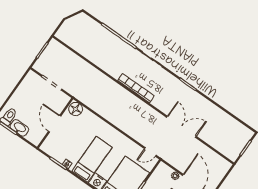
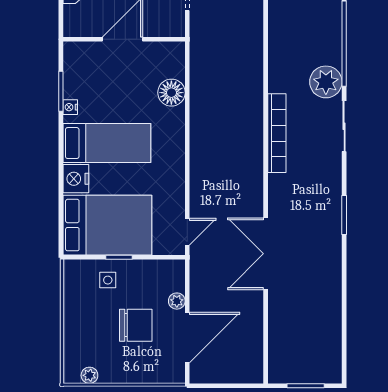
plant: (129, 54) -> (326, 82), added
floor lamp: (76, 109) -> (171, 93), moved
double door: (181, 127) -> (266, 254), swing flipped
door: (150, 152) -> (187, 232), swing flipped

